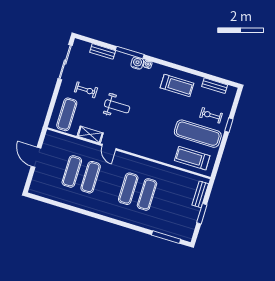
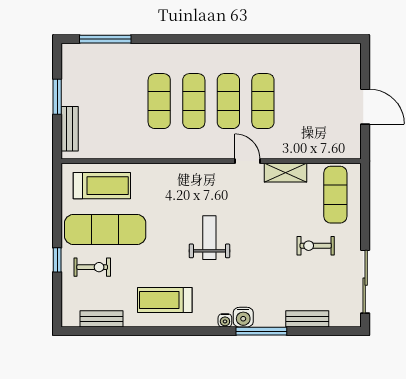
weight bench: (117, 106) -> (209, 238), moved, turned 90
exercise mat: (72, 171) -> (228, 101), moved

